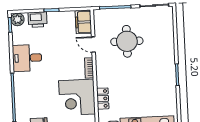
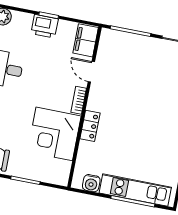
printer: (38, 20) -> (45, 26), moved
round table: (127, 41) -> (135, 78), removed
locker: (103, 99) -> (90, 126), moved

